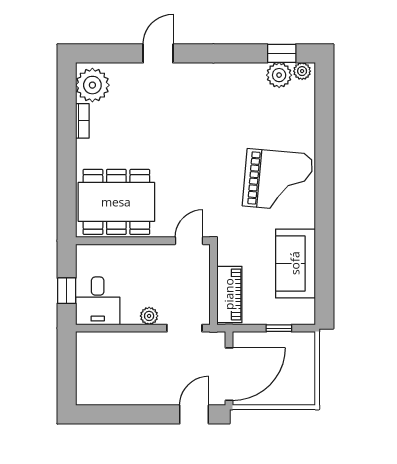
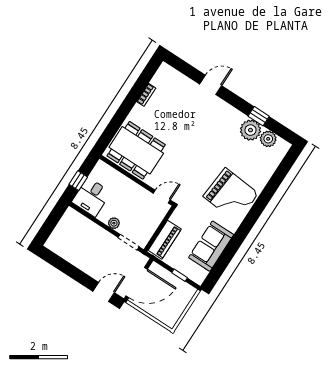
window: (282, 53) -> (259, 116), moved
plant: (302, 71) -> (250, 130), moved, width x1.88, depth x1.88
plant: (92, 85) -> (164, 79), removed

